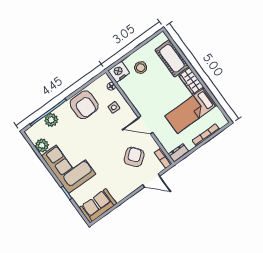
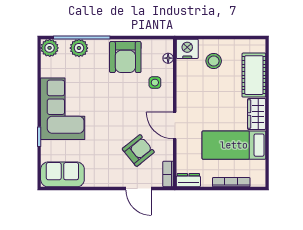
plant: (42, 145) -> (50, 48), moved

